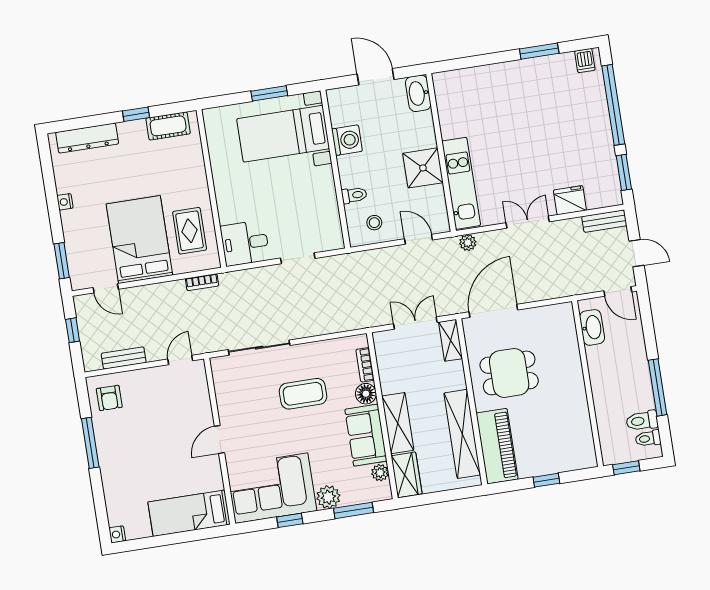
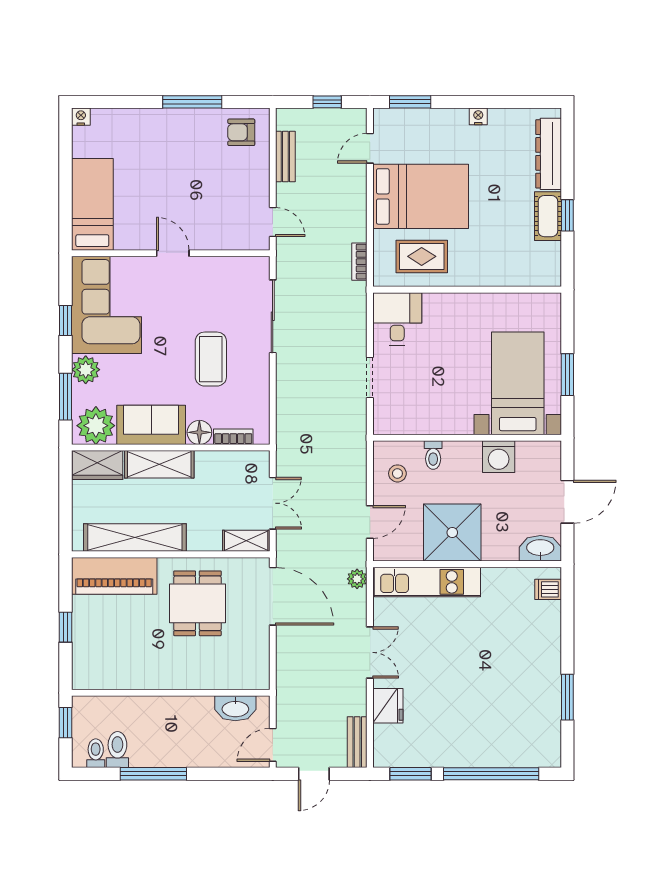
dishwasher: (585, 61) -> (548, 589), moved
cot: (168, 126) -> (548, 216), moved
shower: (423, 168) -> (452, 533), width x1.37, depth x1.37
plant: (380, 473) -> (96, 426), width x1.87, depth x1.87

